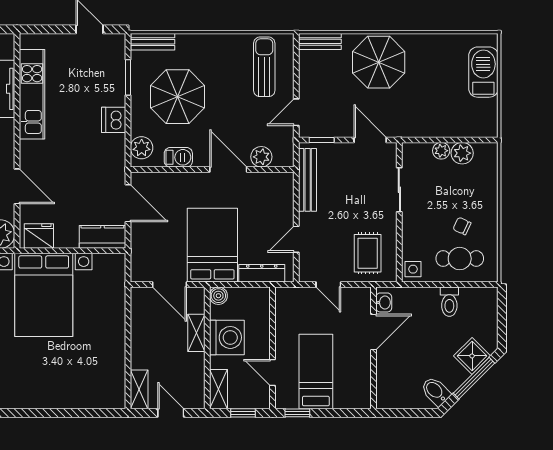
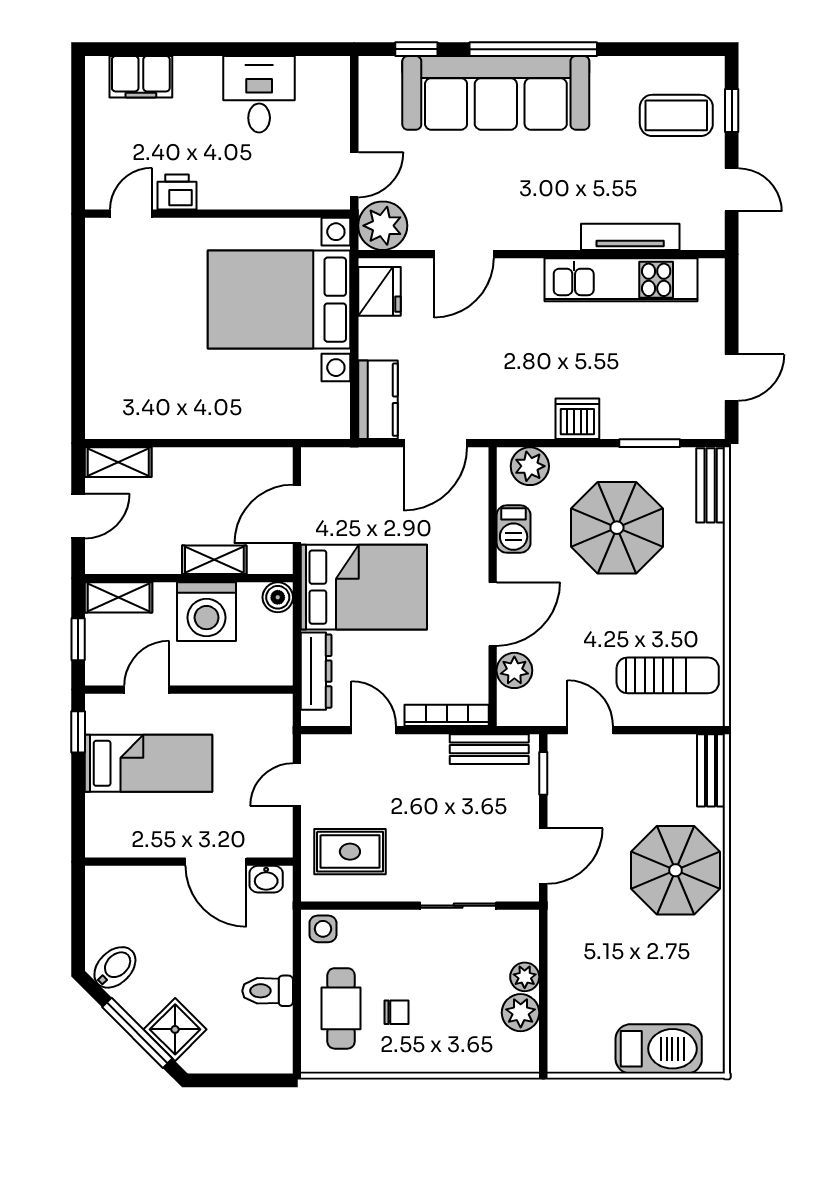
bench: (308, 180) -> (489, 749), width x0.73
bookcase: (288, 197) -> (447, 715), added
chair: (462, 226) -> (396, 1012), turned 65

